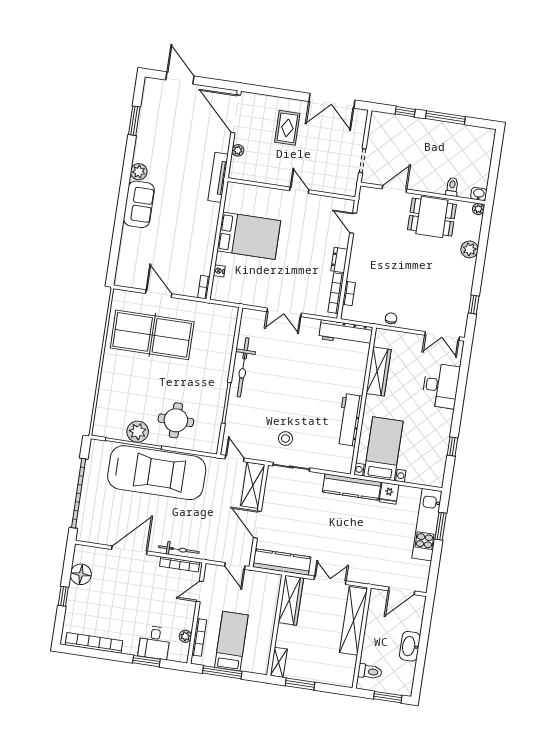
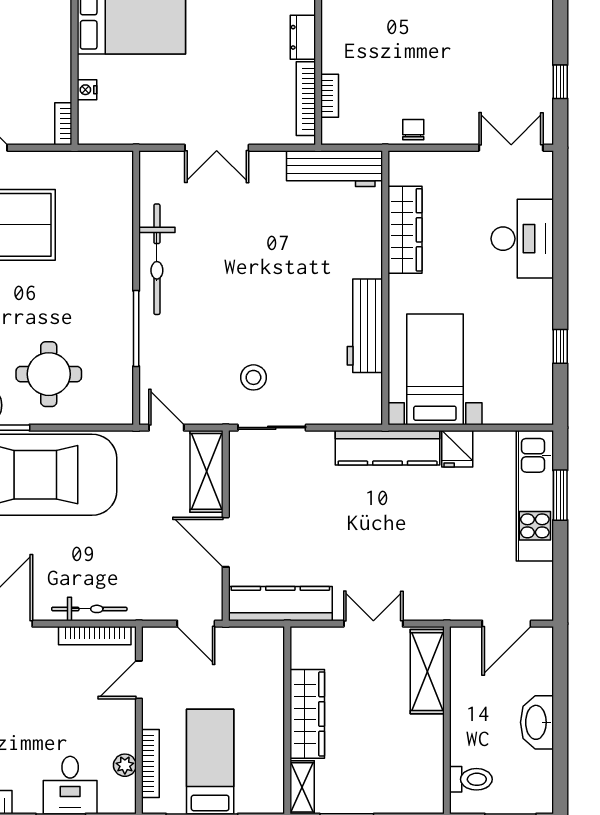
double door: (442, 336) -> (511, 148), swing flipped
wardrobe: (291, 600) -> (307, 714), moved
shelving: (353, 621) -> (427, 672), width x0.68

